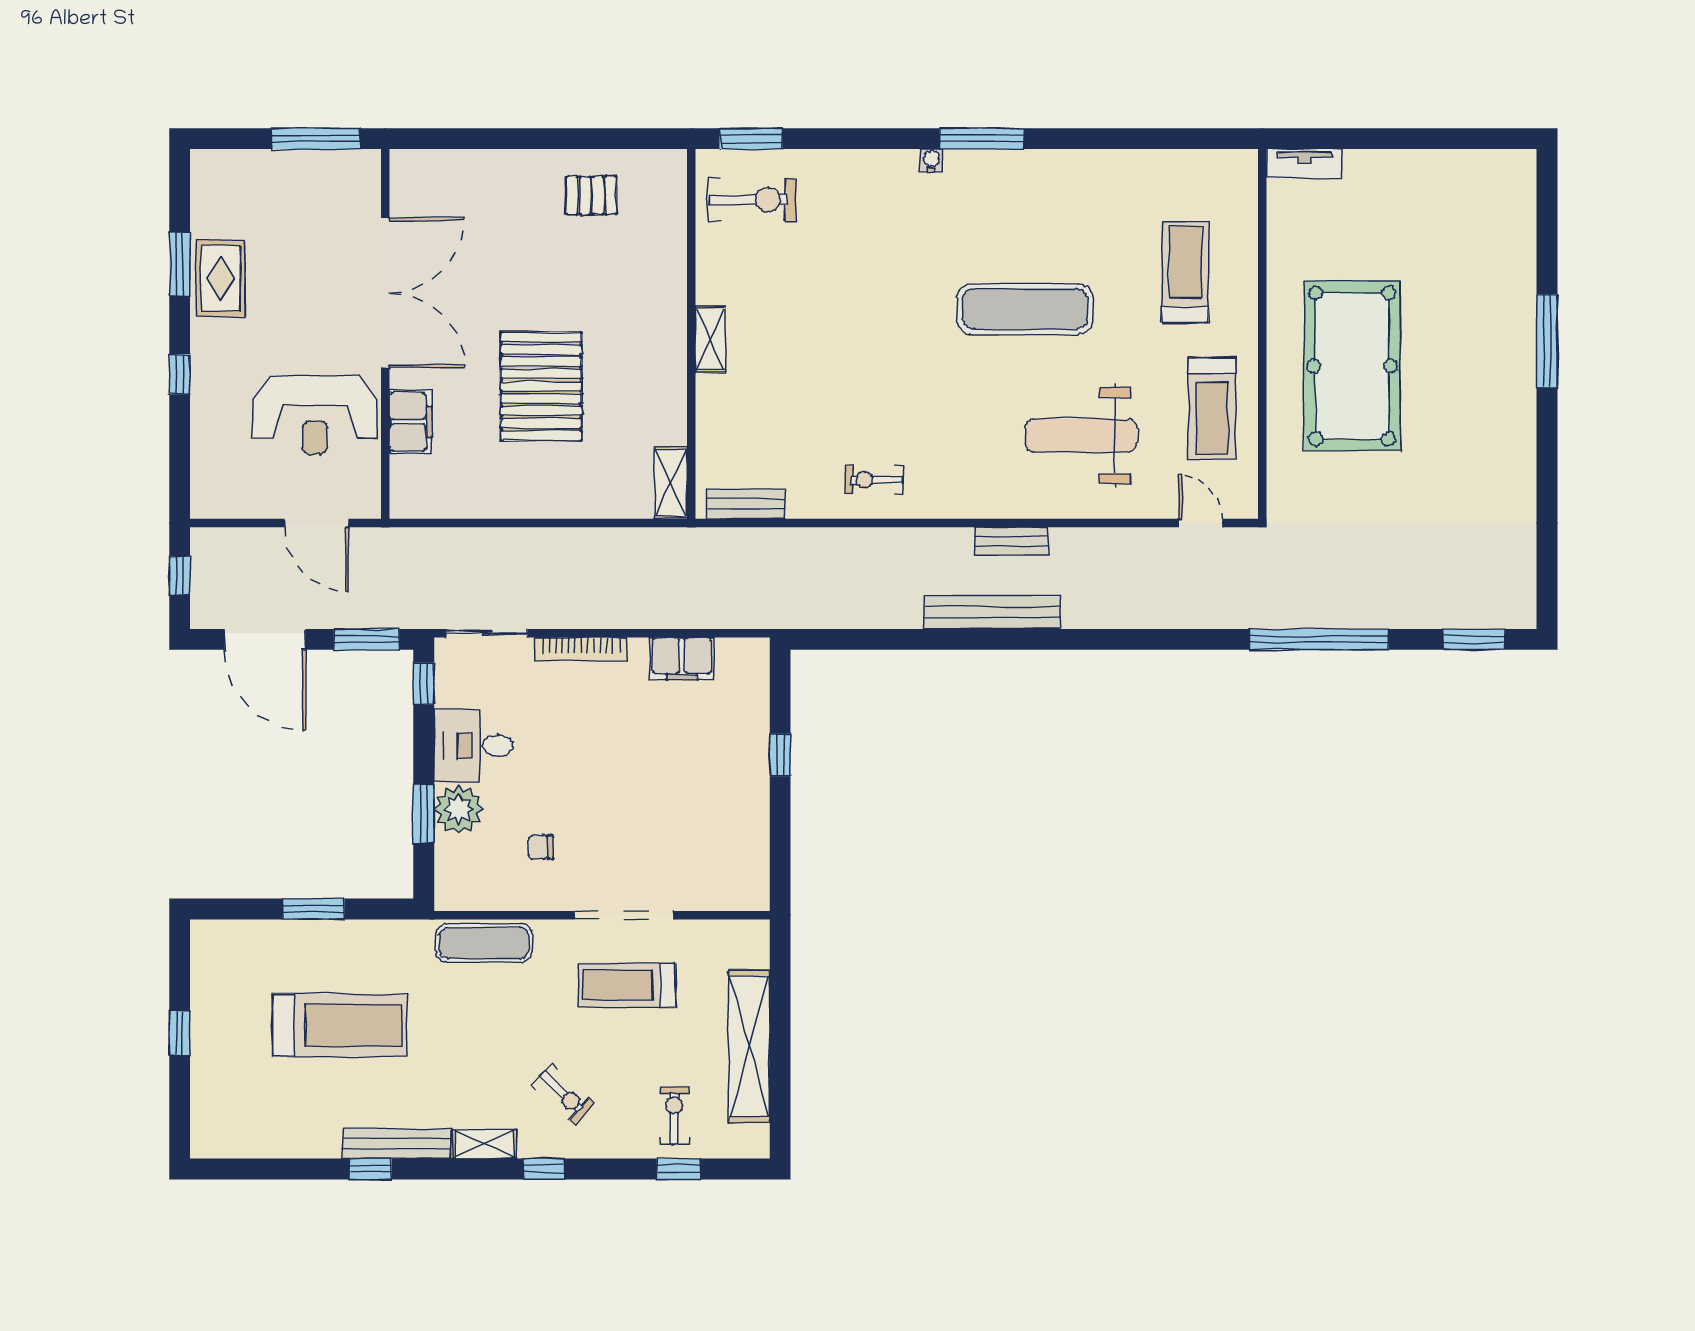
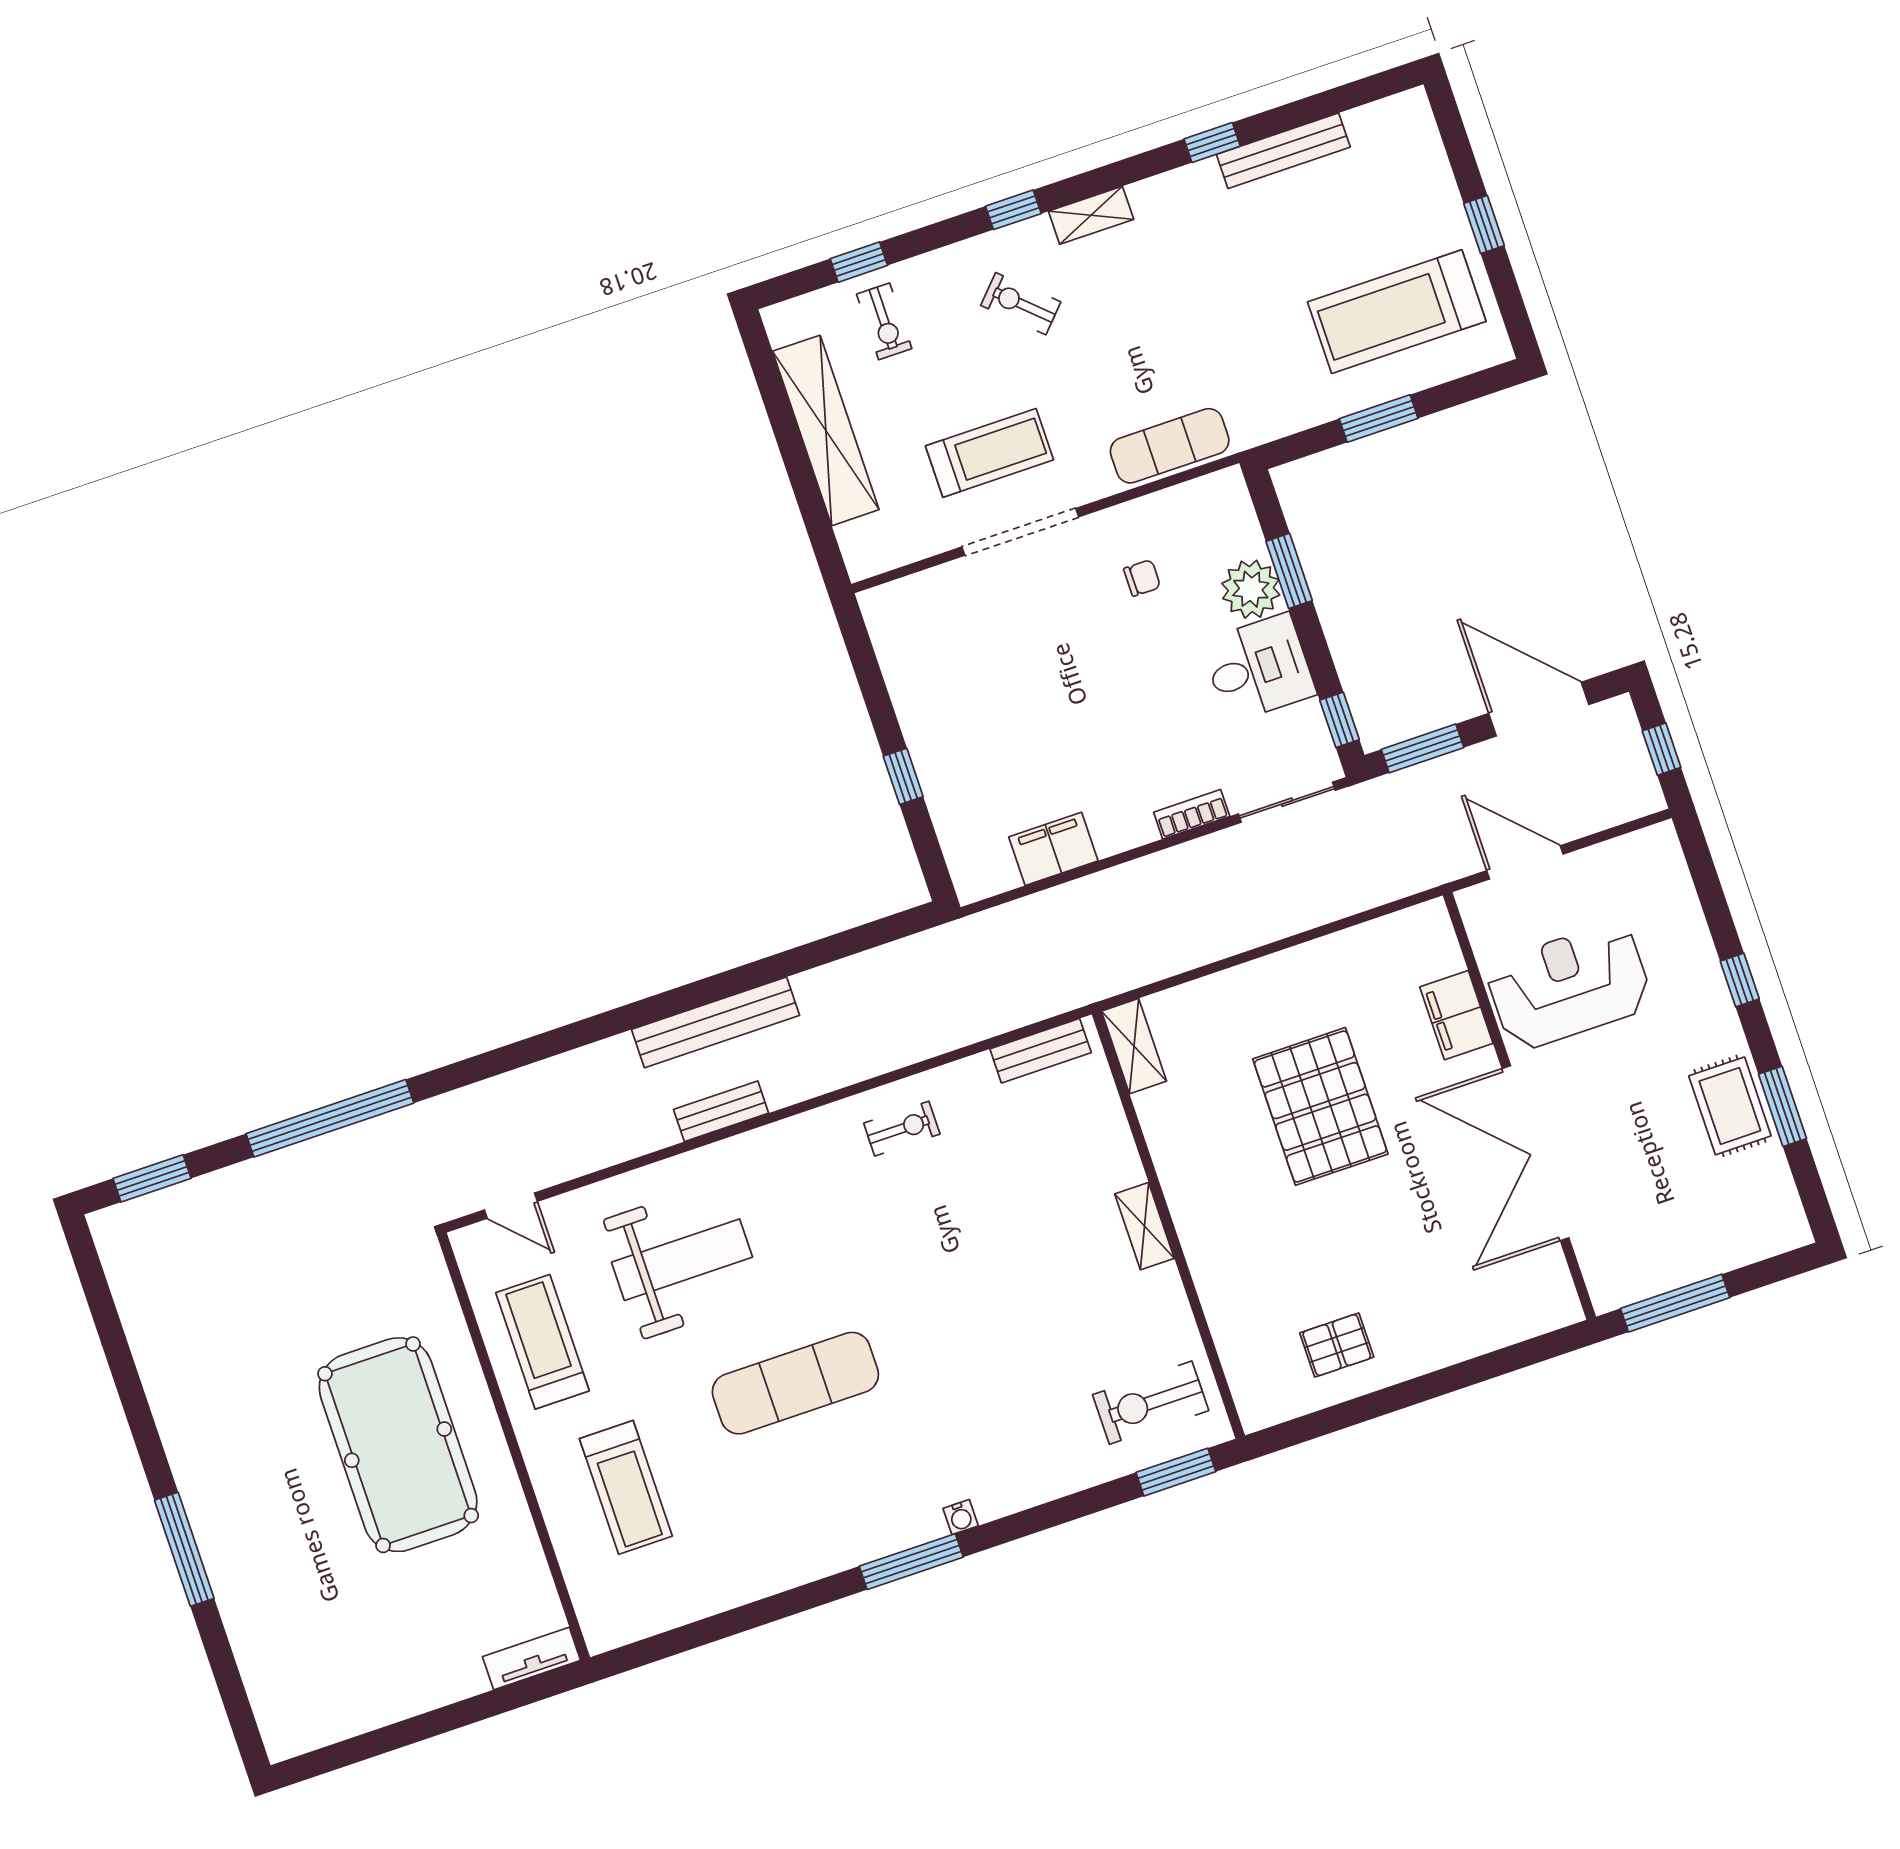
bookcase: (581, 649) -> (1192, 814), width x0.64
treadmill: (340, 1025) -> (1397, 312), moved
bench: (396, 1144) -> (1283, 151), moved

